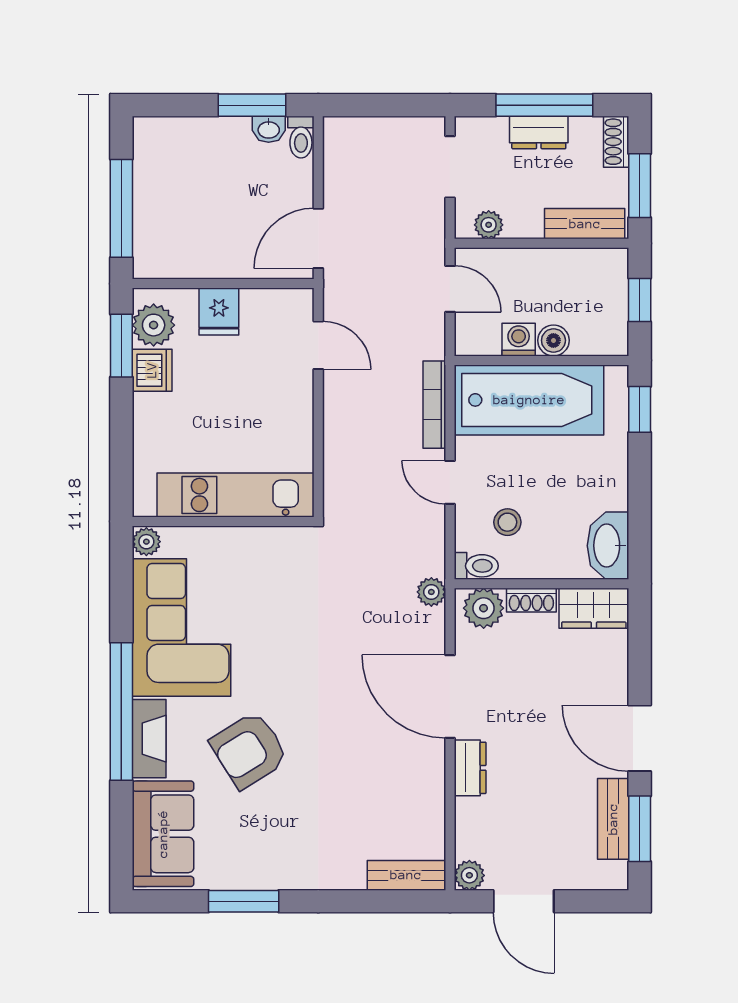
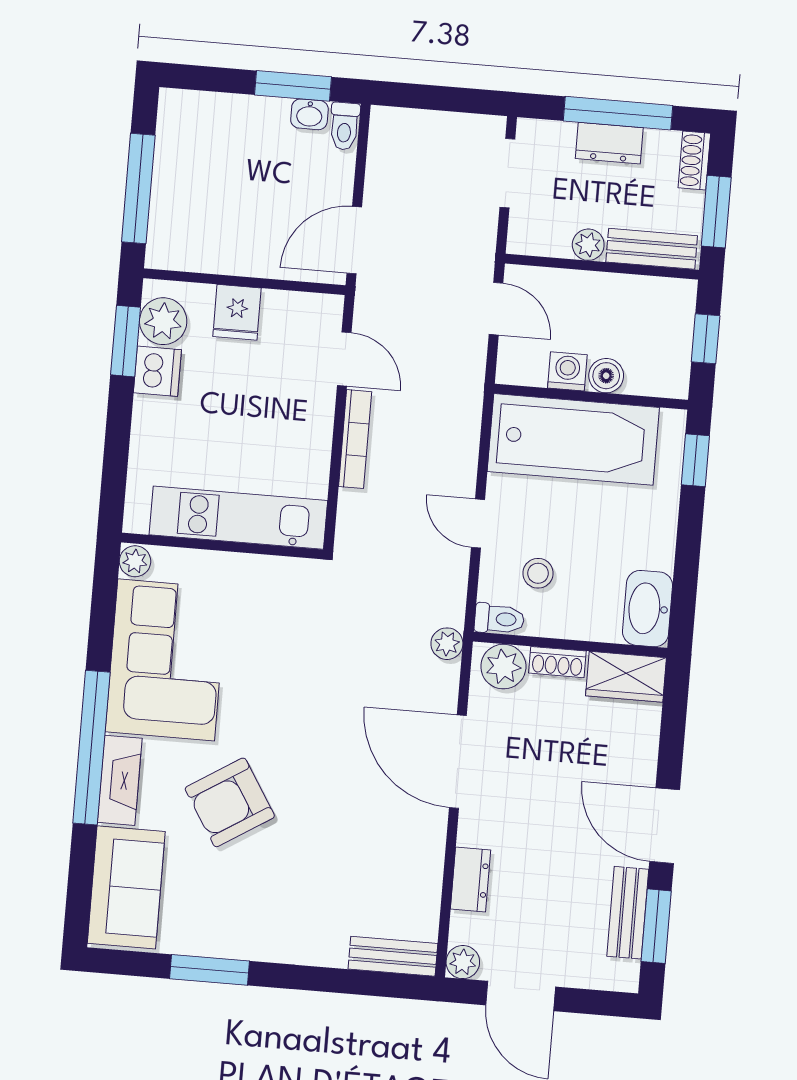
plant: (489, 225) -> (588, 245), moved
bookcase: (434, 405) -> (355, 439), moved, turned 180
dresser: (470, 768) -> (471, 879), moved

